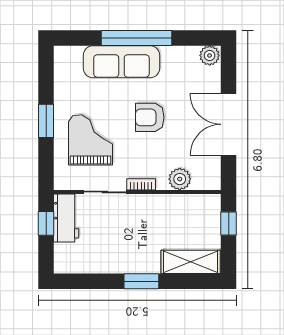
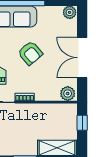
armchair: (150, 117) -> (30, 53), turned -130
plant: (180, 179) -> (68, 94), moved

